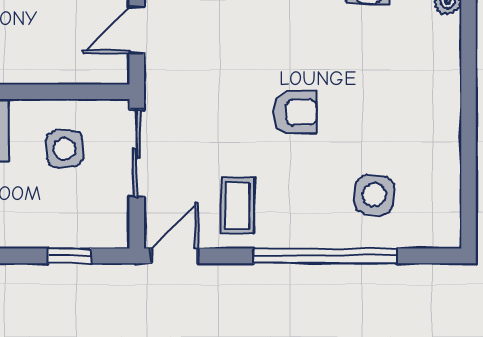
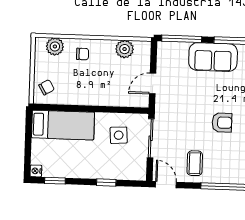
window: (69, 256) -> (106, 182), moved
door: (174, 256) -> (166, 185), hinge flipped

